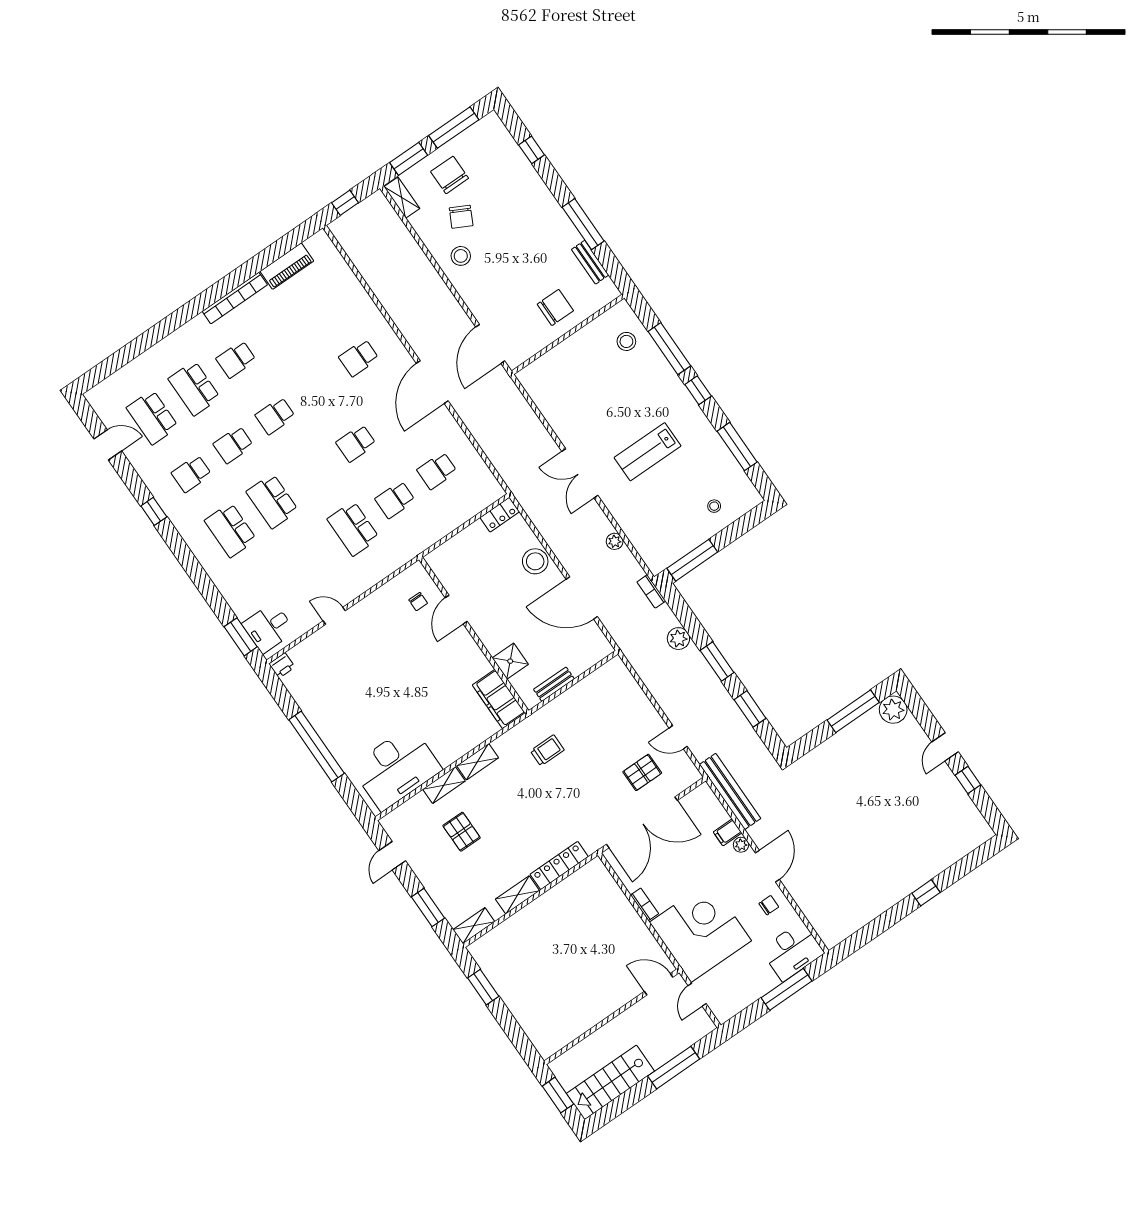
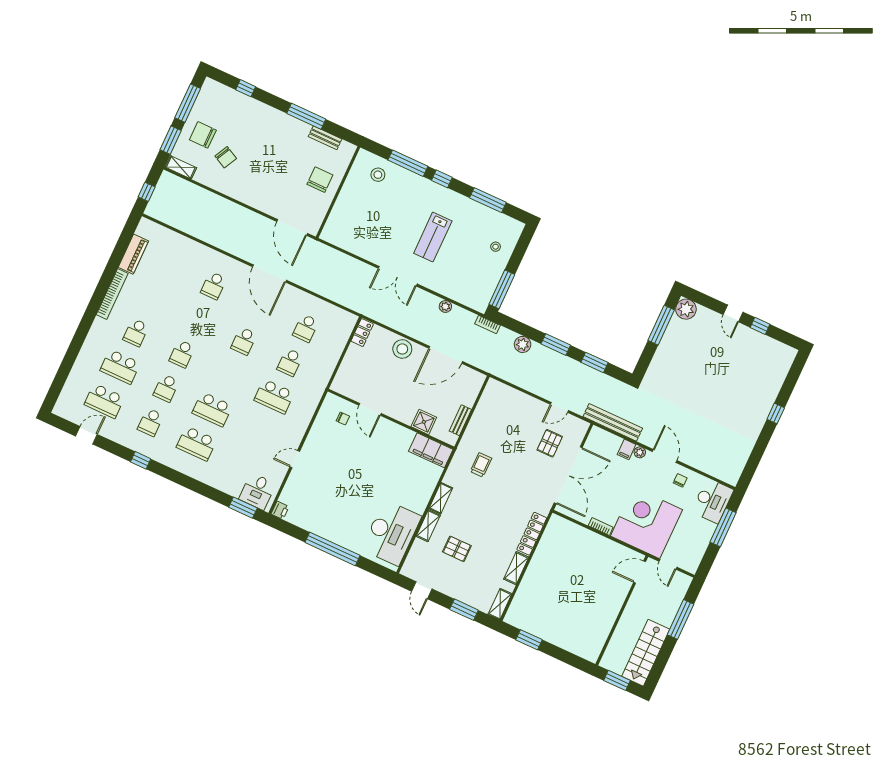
stool: (461, 256) -> (240, 182), removed

